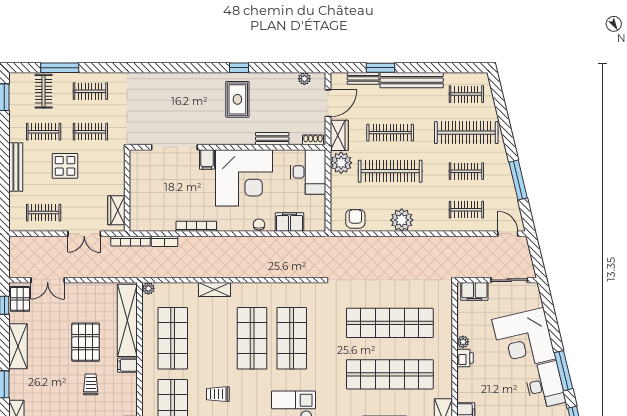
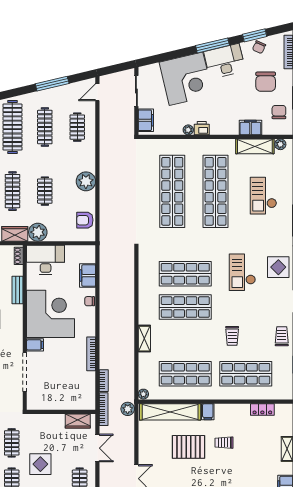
clothes rail: (390, 171) -> (45, 191), width x0.54, depth x0.76
clothes rail: (466, 171) -> (45, 127), width x1.36
plant: (131, 270) -> (128, 409), added

